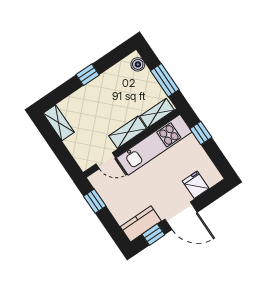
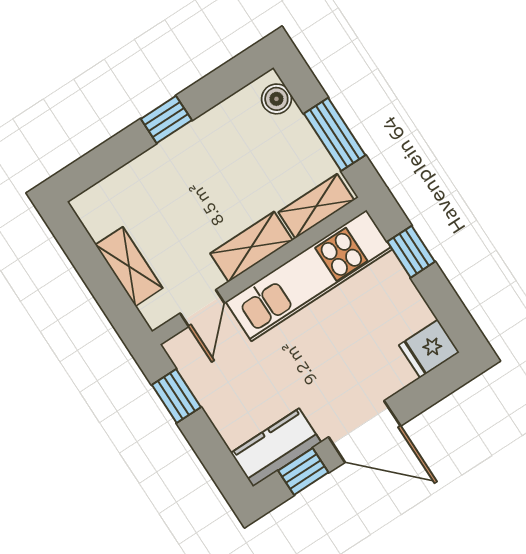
shelving: (59, 123) -> (129, 266), moved
door: (106, 161) -> (202, 308), hinge flipped
fridge: (196, 185) -> (429, 349), moved, turned -90

